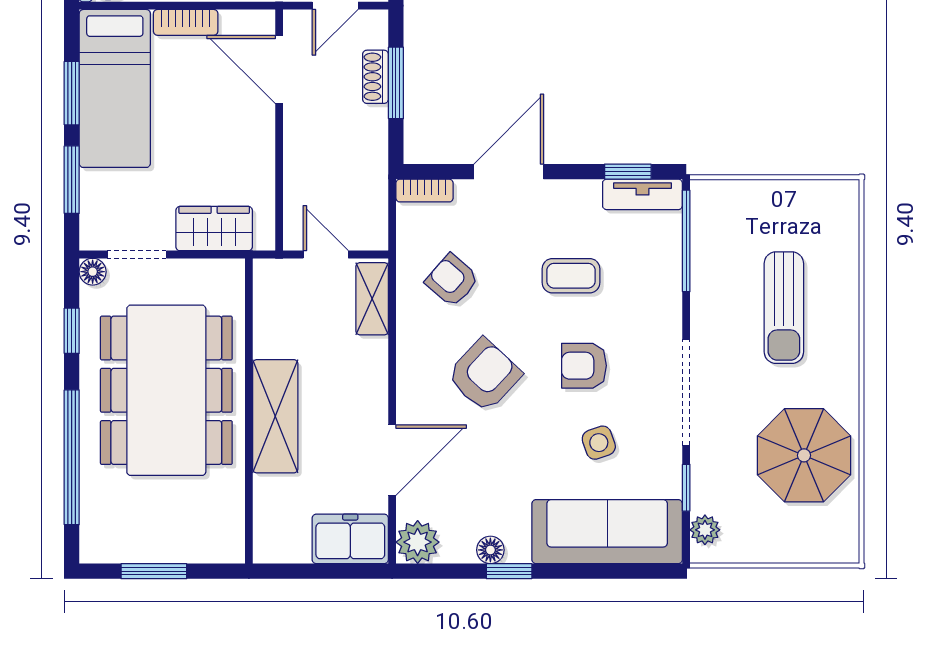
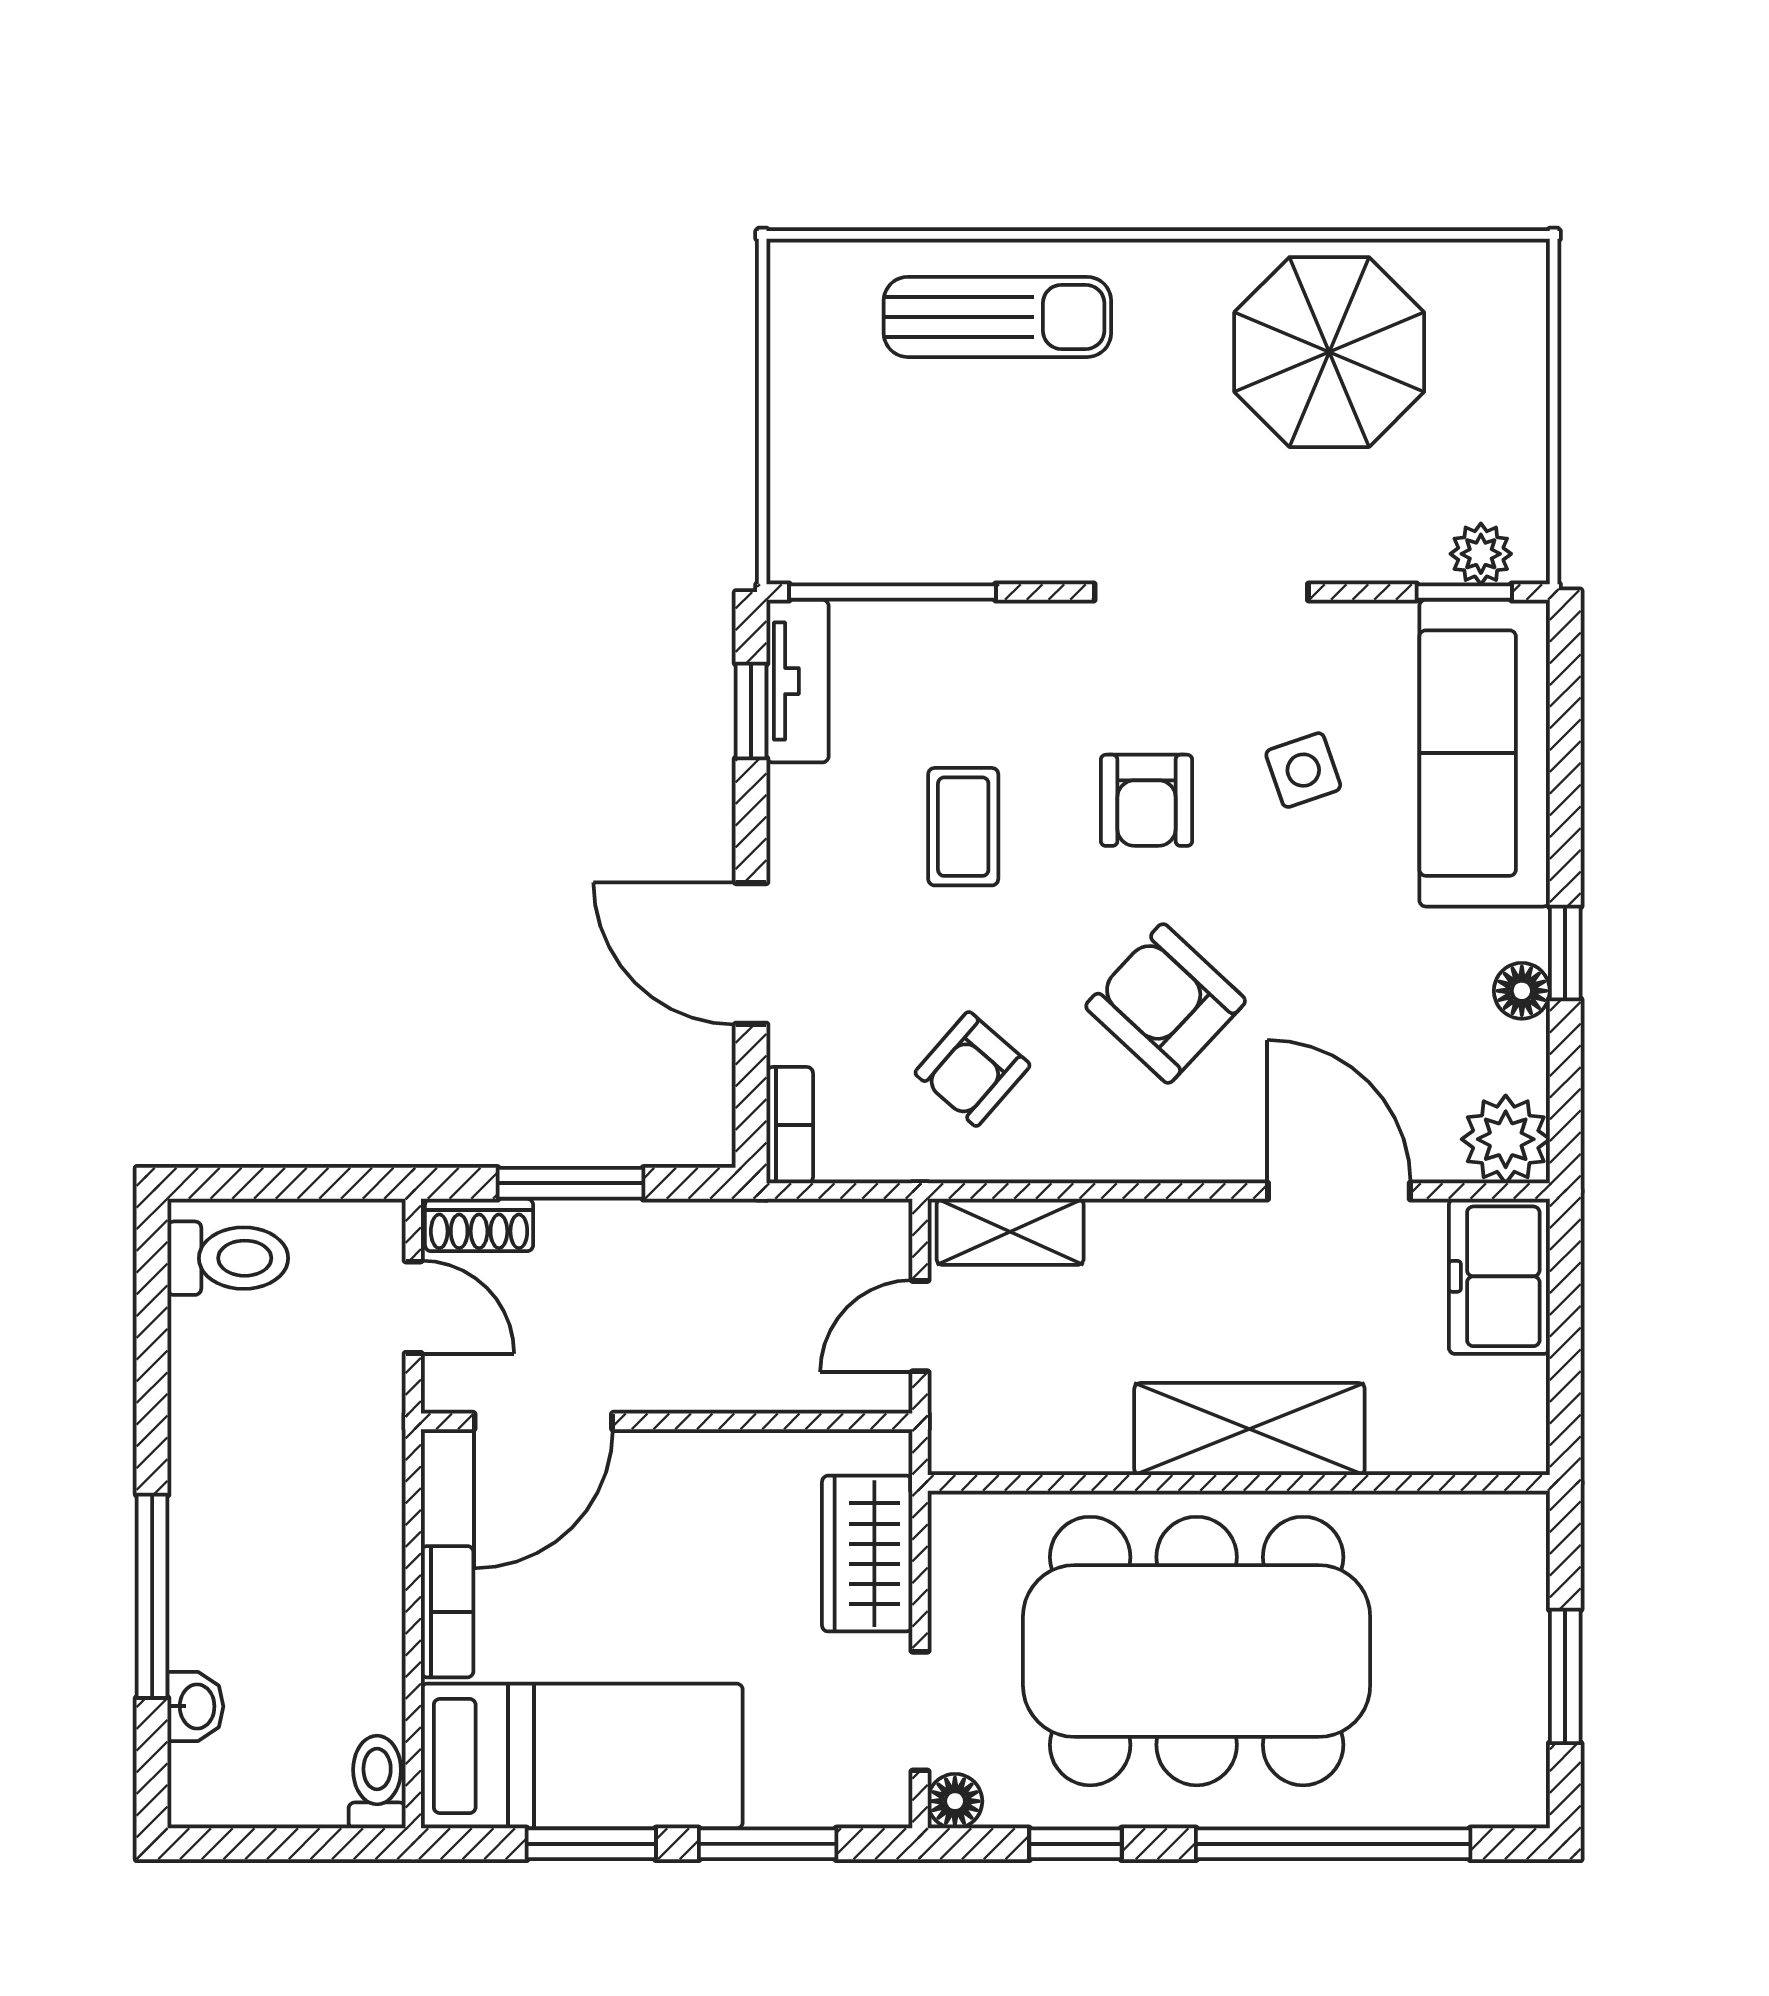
shoe rack: (375, 77) -> (479, 1225), moved
sun lounger: (784, 308) -> (997, 317), moved
window: (686, 488) -> (1464, 592), moved

